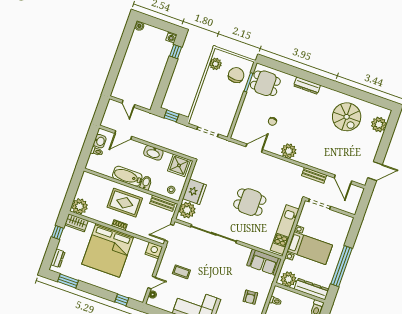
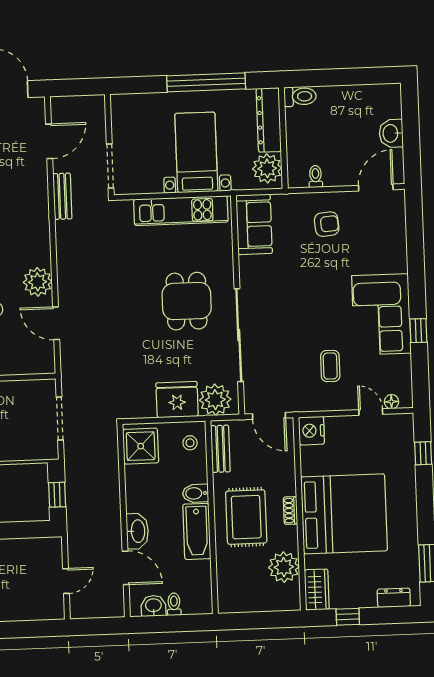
plant: (289, 151) -> (38, 282), moved
washbasin: (153, 153) -> (137, 531), moved
dining table: (250, 202) -> (187, 301), moved
plant: (80, 206) -> (284, 567), moved

